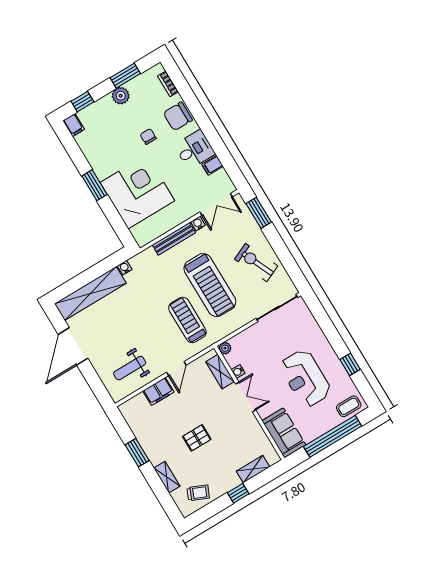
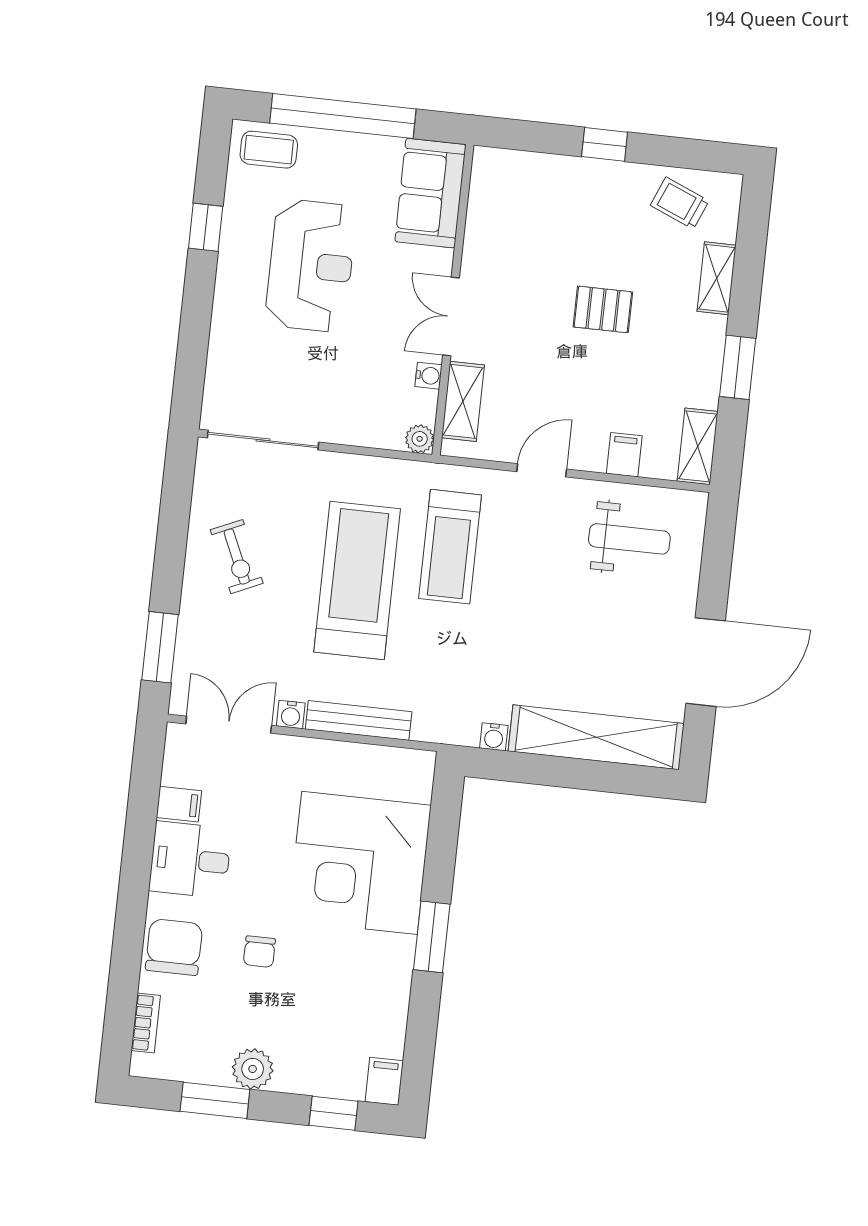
chair: (178, 116) -> (174, 947), turned -90
exercise bike: (256, 262) -> (237, 557), width x0.73, depth x0.72
filing cabinet: (158, 391) -> (624, 455), width x0.50
shelving: (253, 469) -> (698, 446), moved, turned 90

